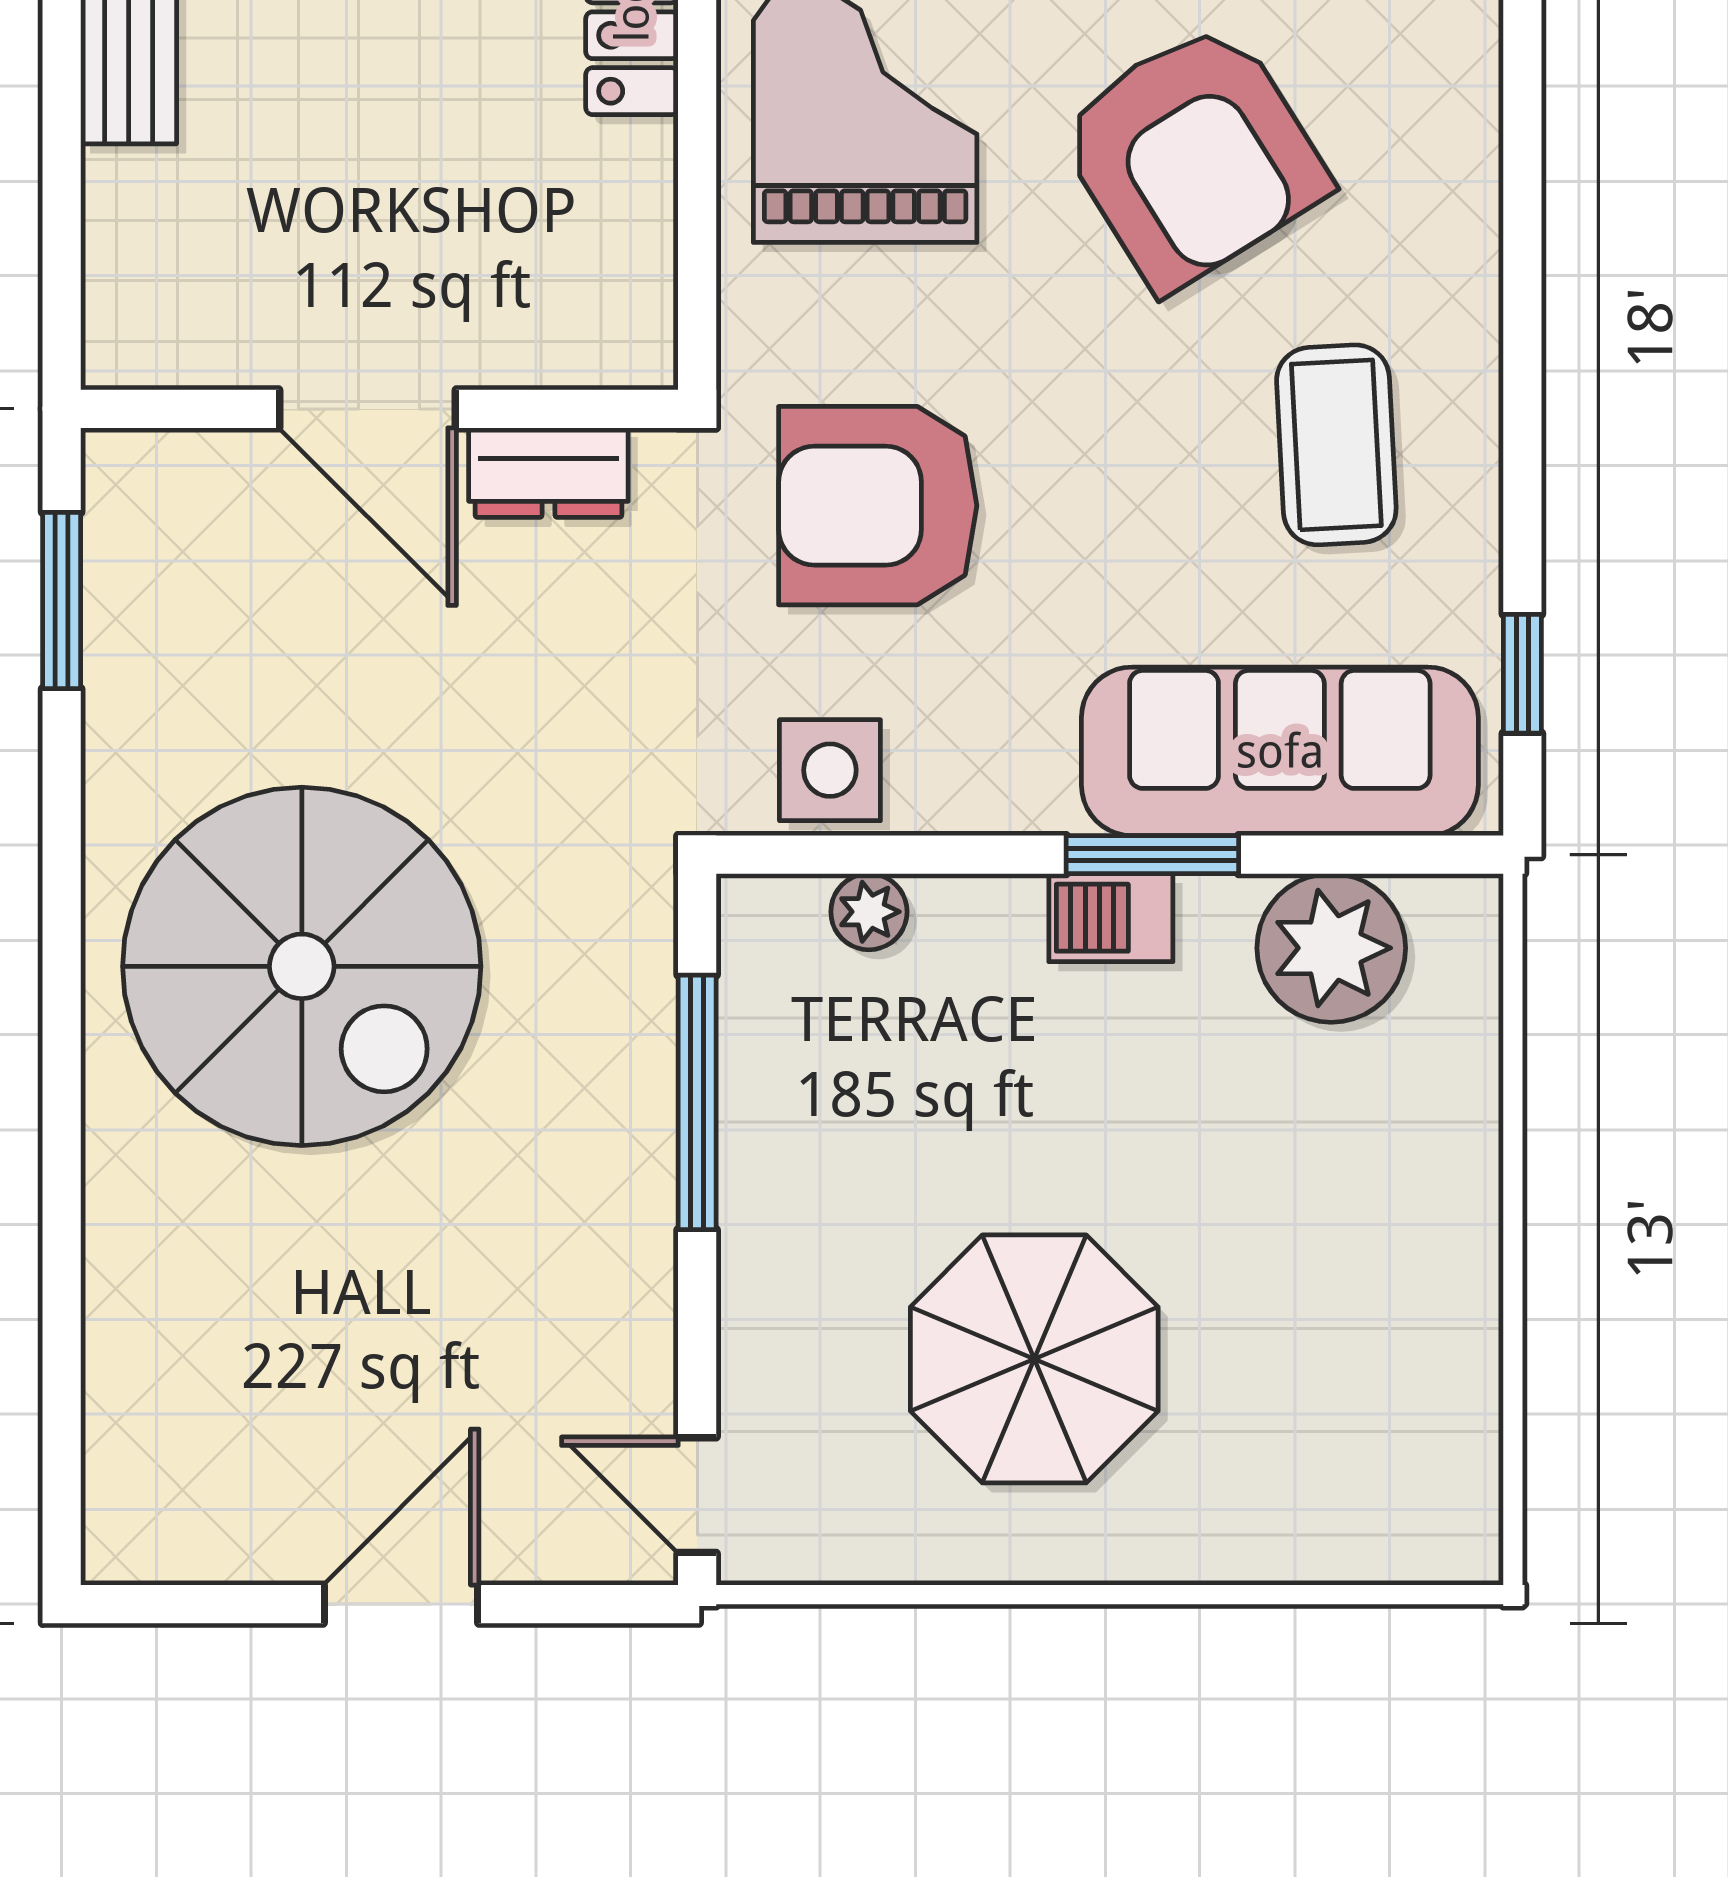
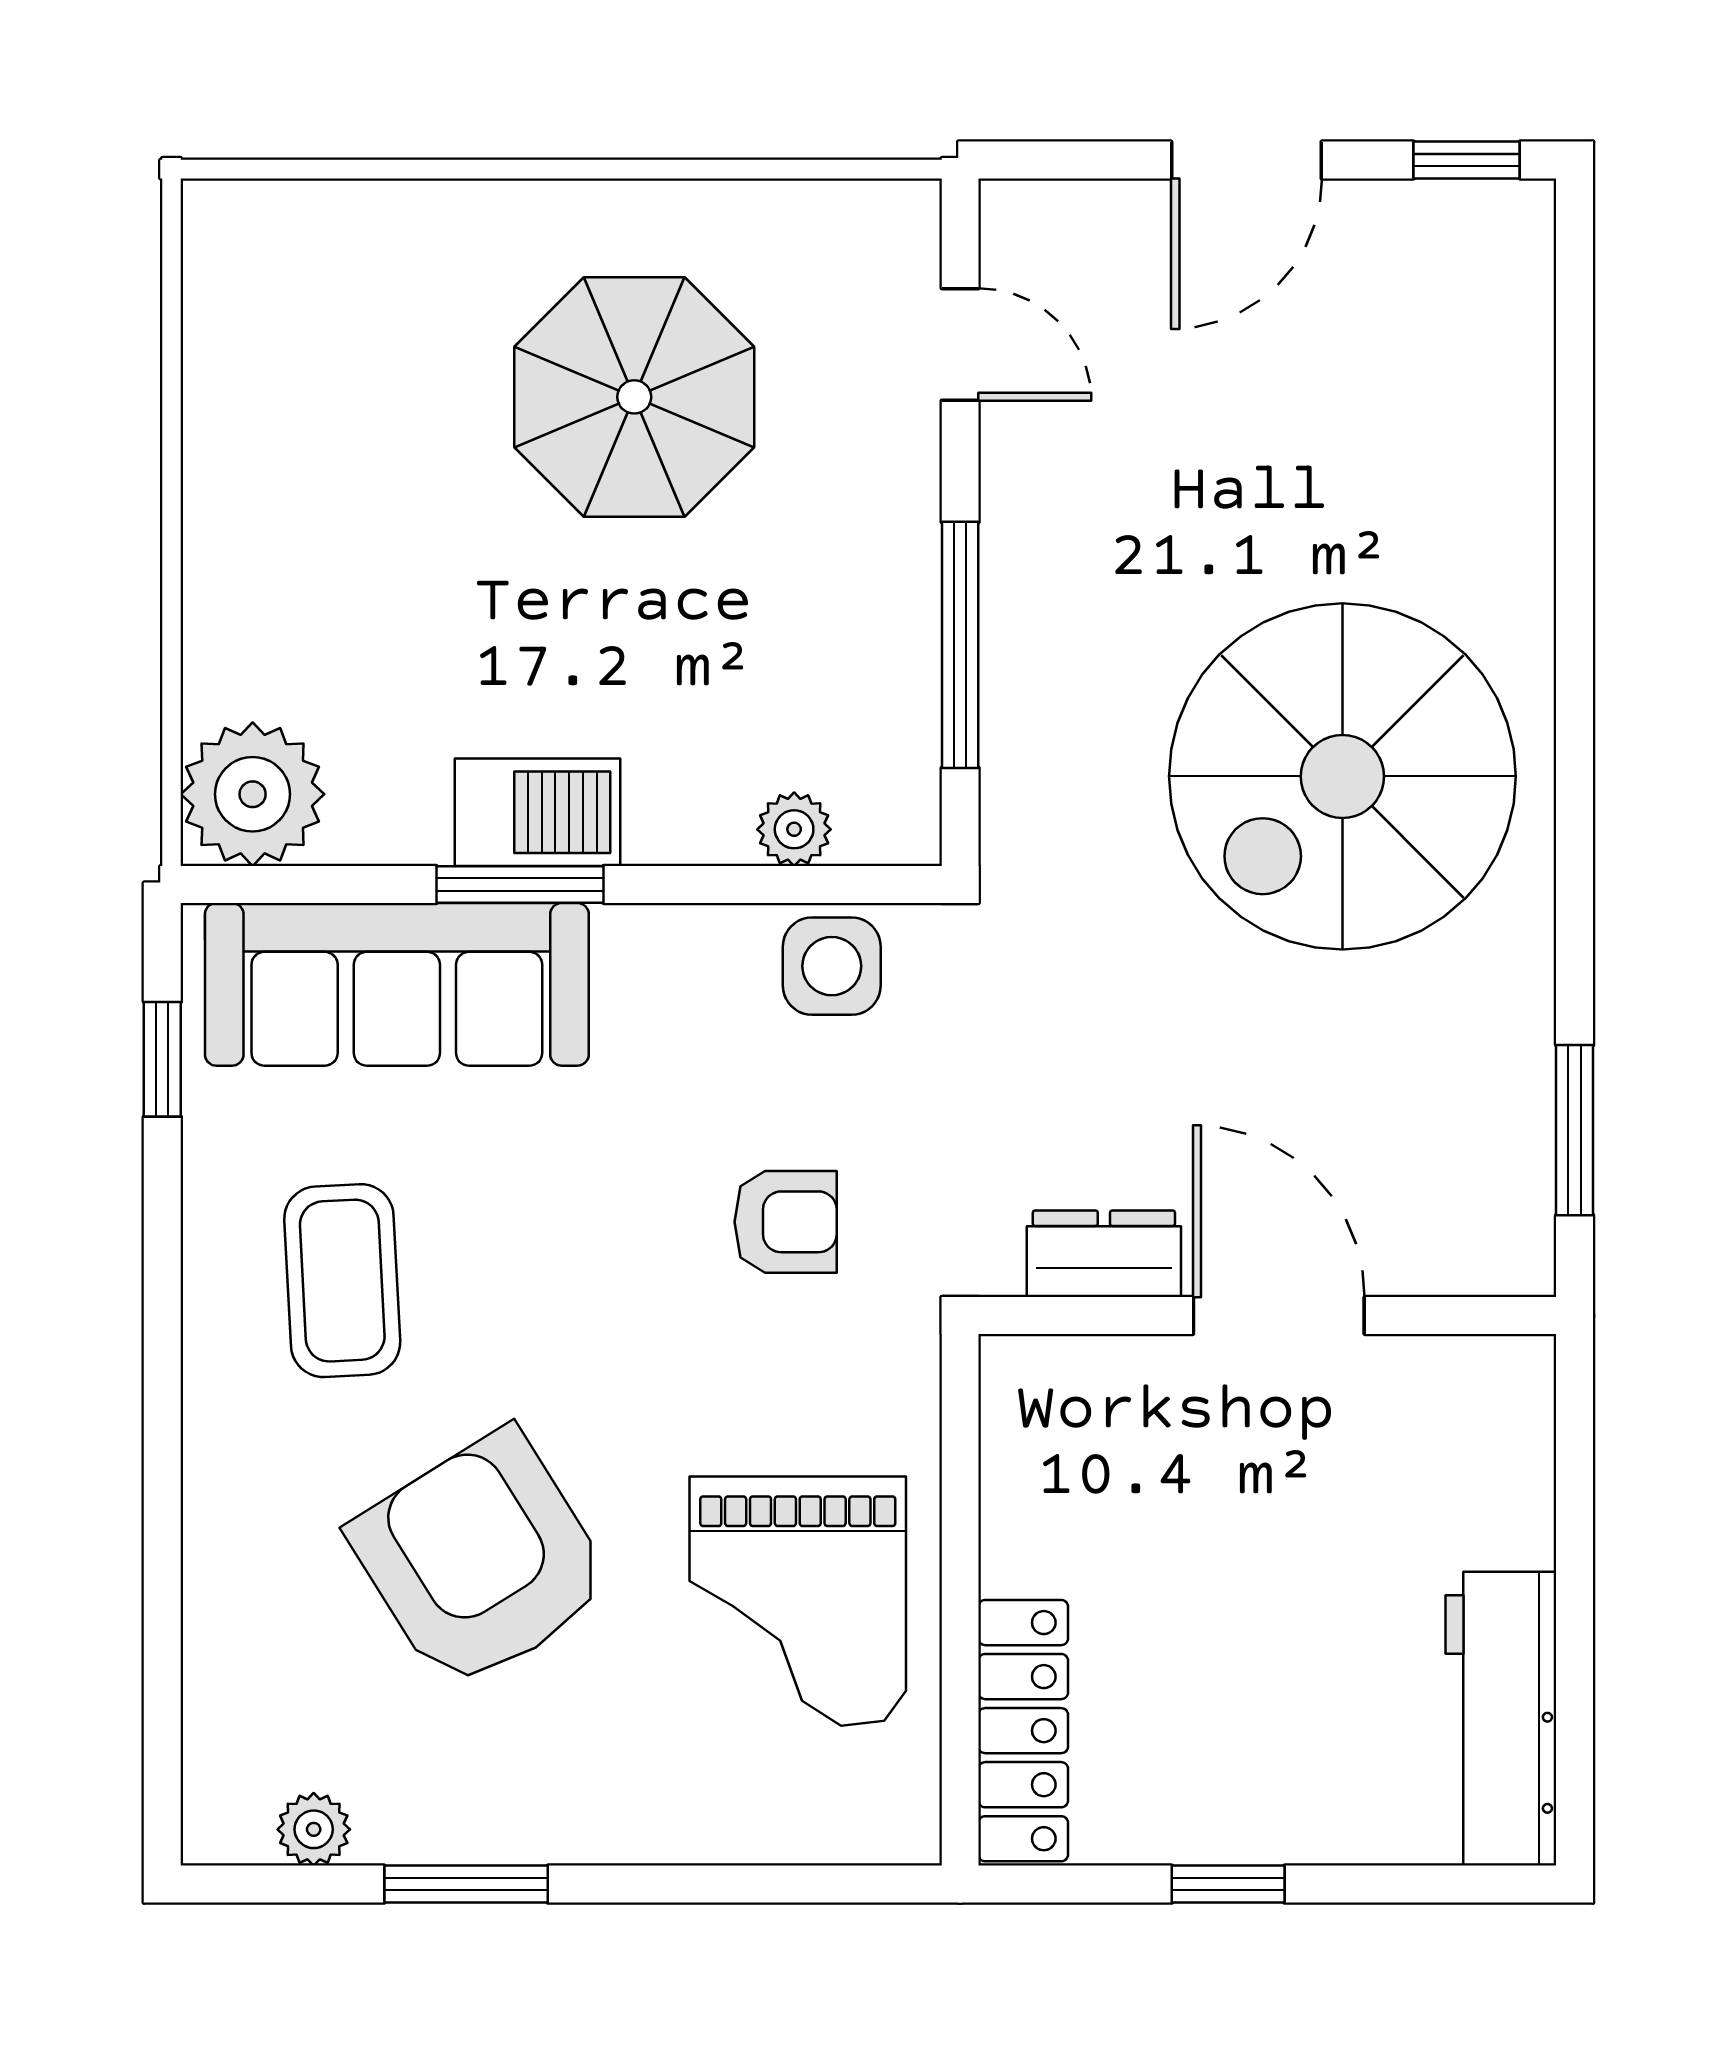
armchair: (878, 506) -> (786, 1222), width x0.53, depth x0.53
barbecue: (1111, 918) -> (538, 812), width x1.38, depth x1.27
plant: (1331, 948) -> (253, 794), moved
spiral stairs: (302, 966) -> (1342, 776), turned -90
door: (697, 1495) -> (960, 344), moved
window: (173, 1604) -> (1467, 160), added

